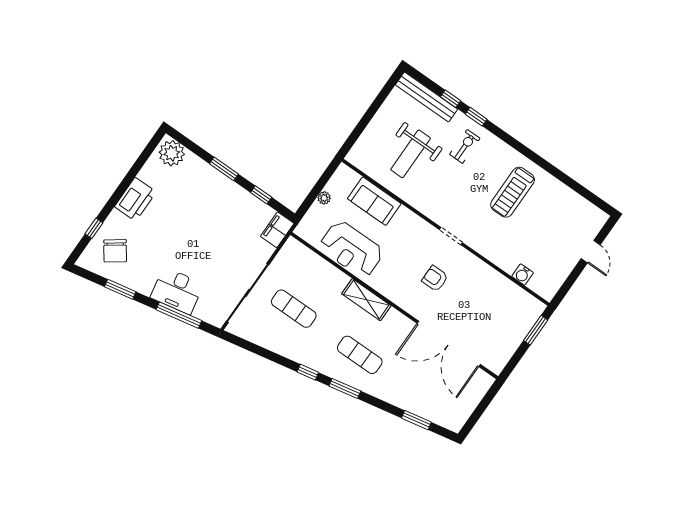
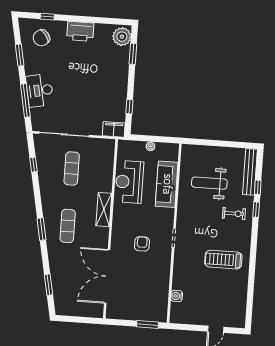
window: (224, 169) -> (133, 54), moved
sofa: (374, 201) -> (167, 184), width x1.36
window: (308, 372) -> (33, 165), moved

